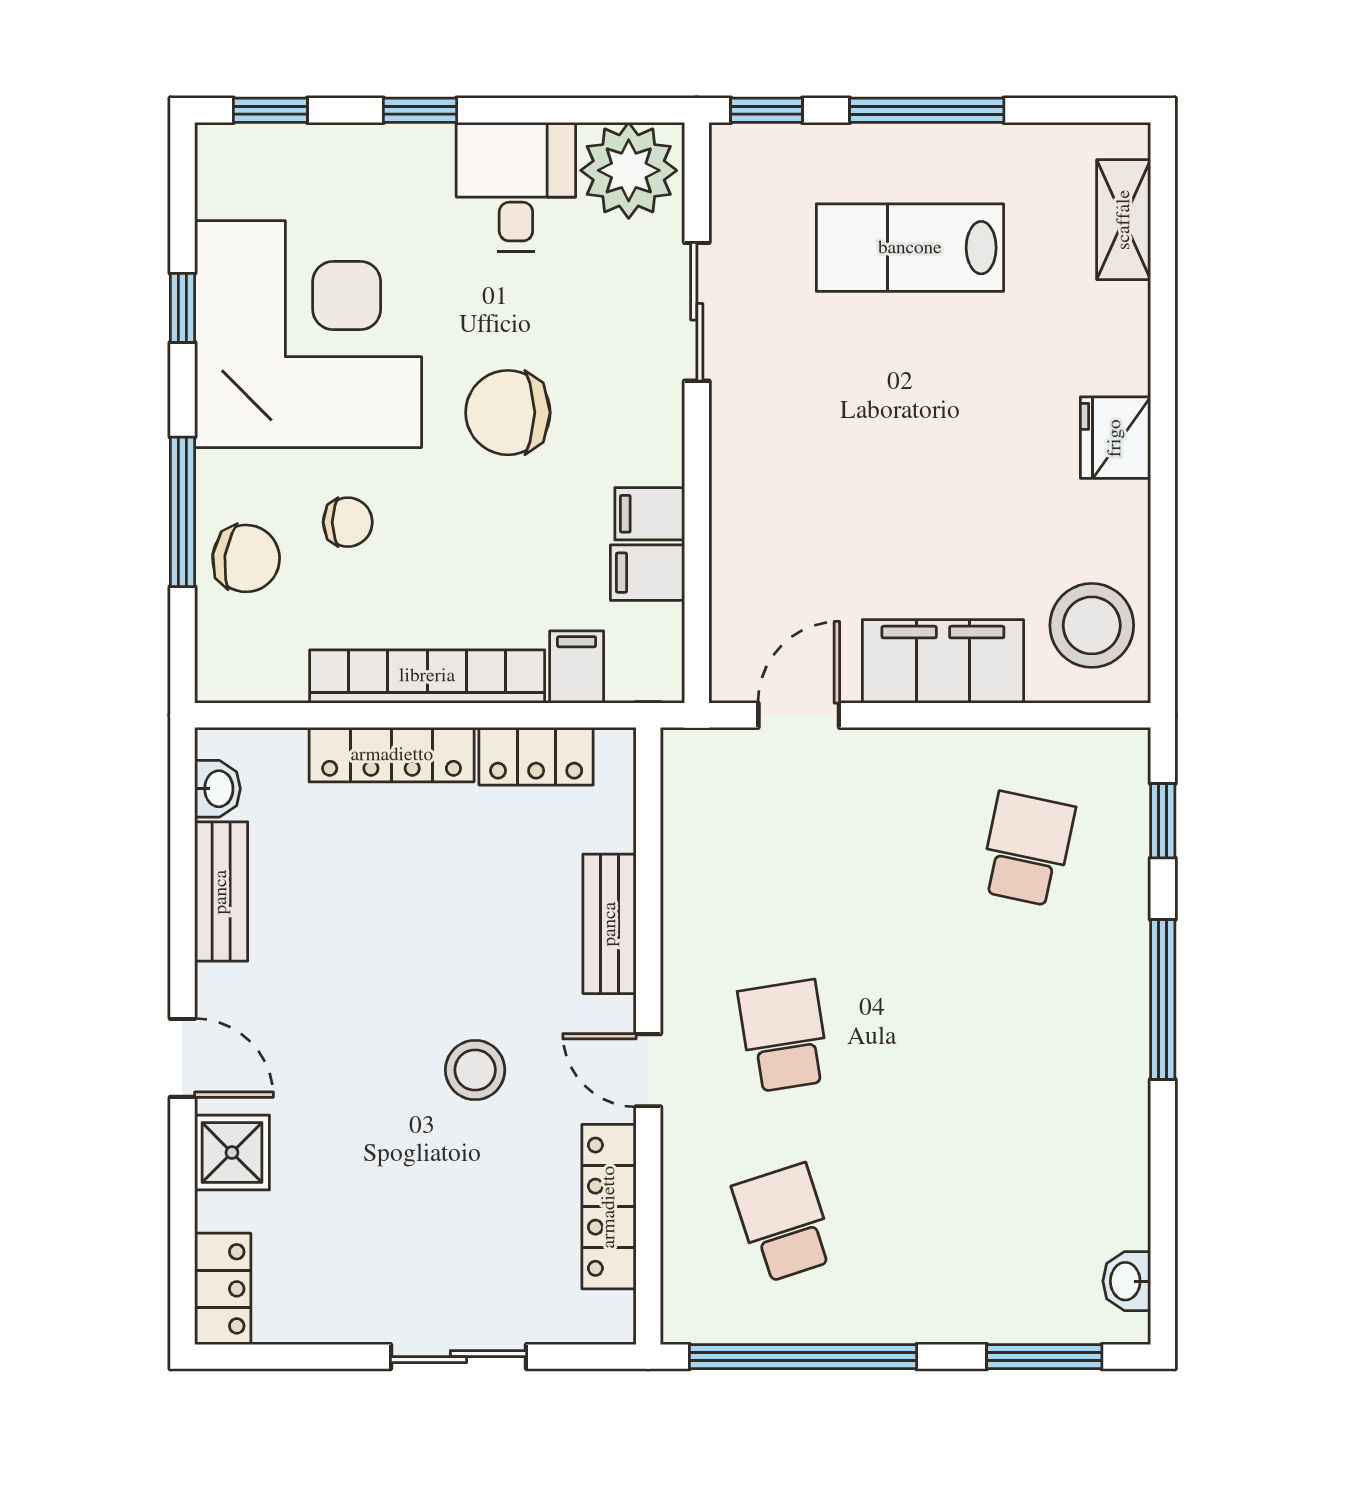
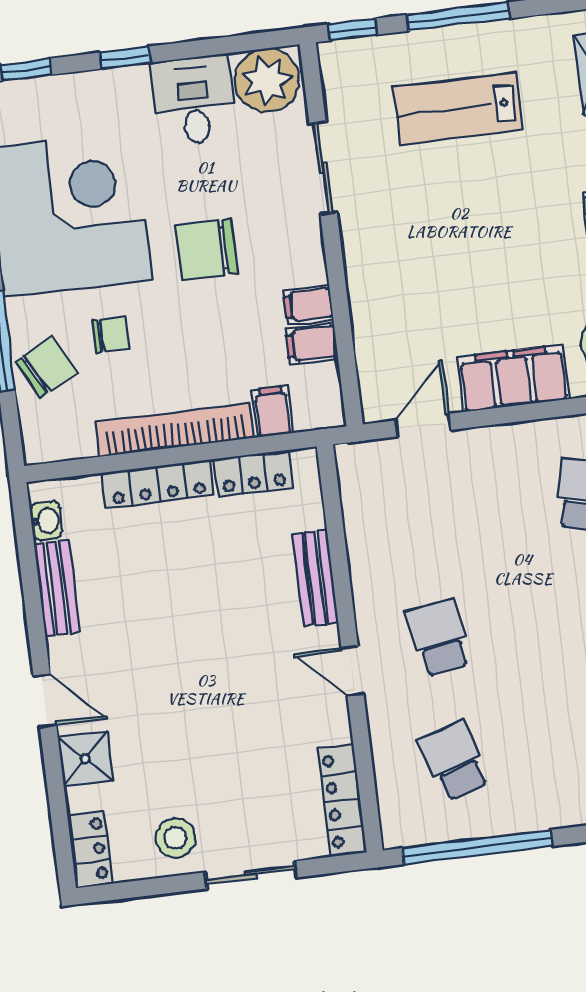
chair: (246, 558) -> (46, 367), turned -36
stool: (475, 1070) -> (176, 838), moved
locker: (609, 1207) -> (342, 801), moved

